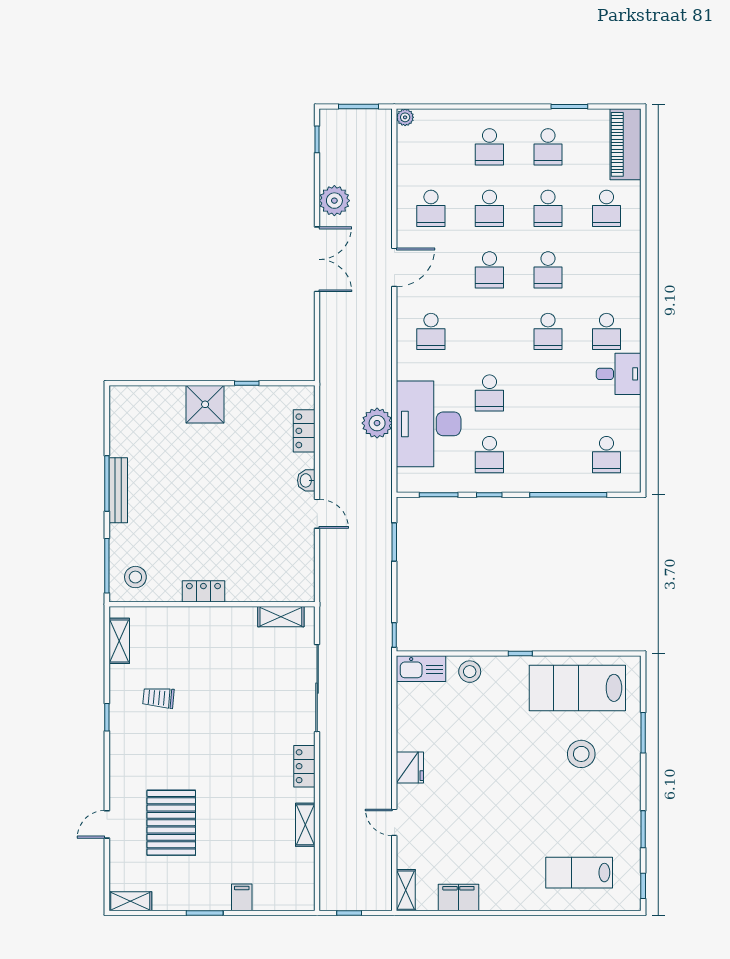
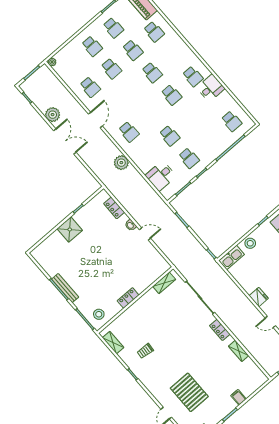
school desk: (489, 270) -> (131, 91), removed
plant: (377, 423) -> (121, 163), moved
desk: (429, 424) -> (161, 176), width x0.53, depth x0.77

